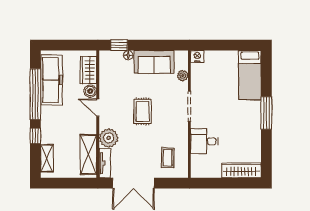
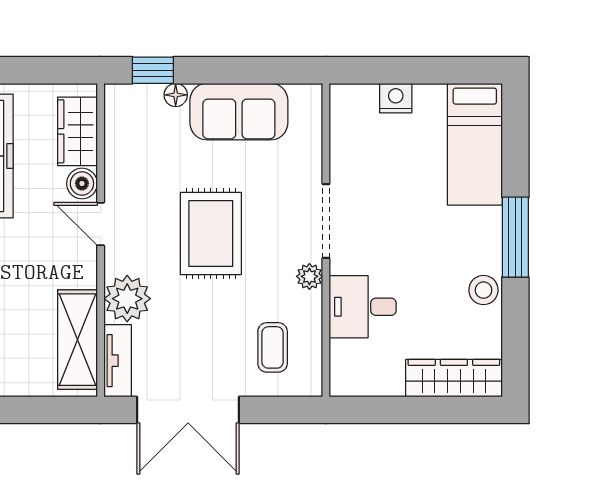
nightstand: (197, 56) -> (396, 98), moved
plant: (183, 76) -> (309, 276), moved
rug: (143, 111) -> (211, 234), width x1.36, depth x1.43
stool: (253, 134) -> (483, 290), added

